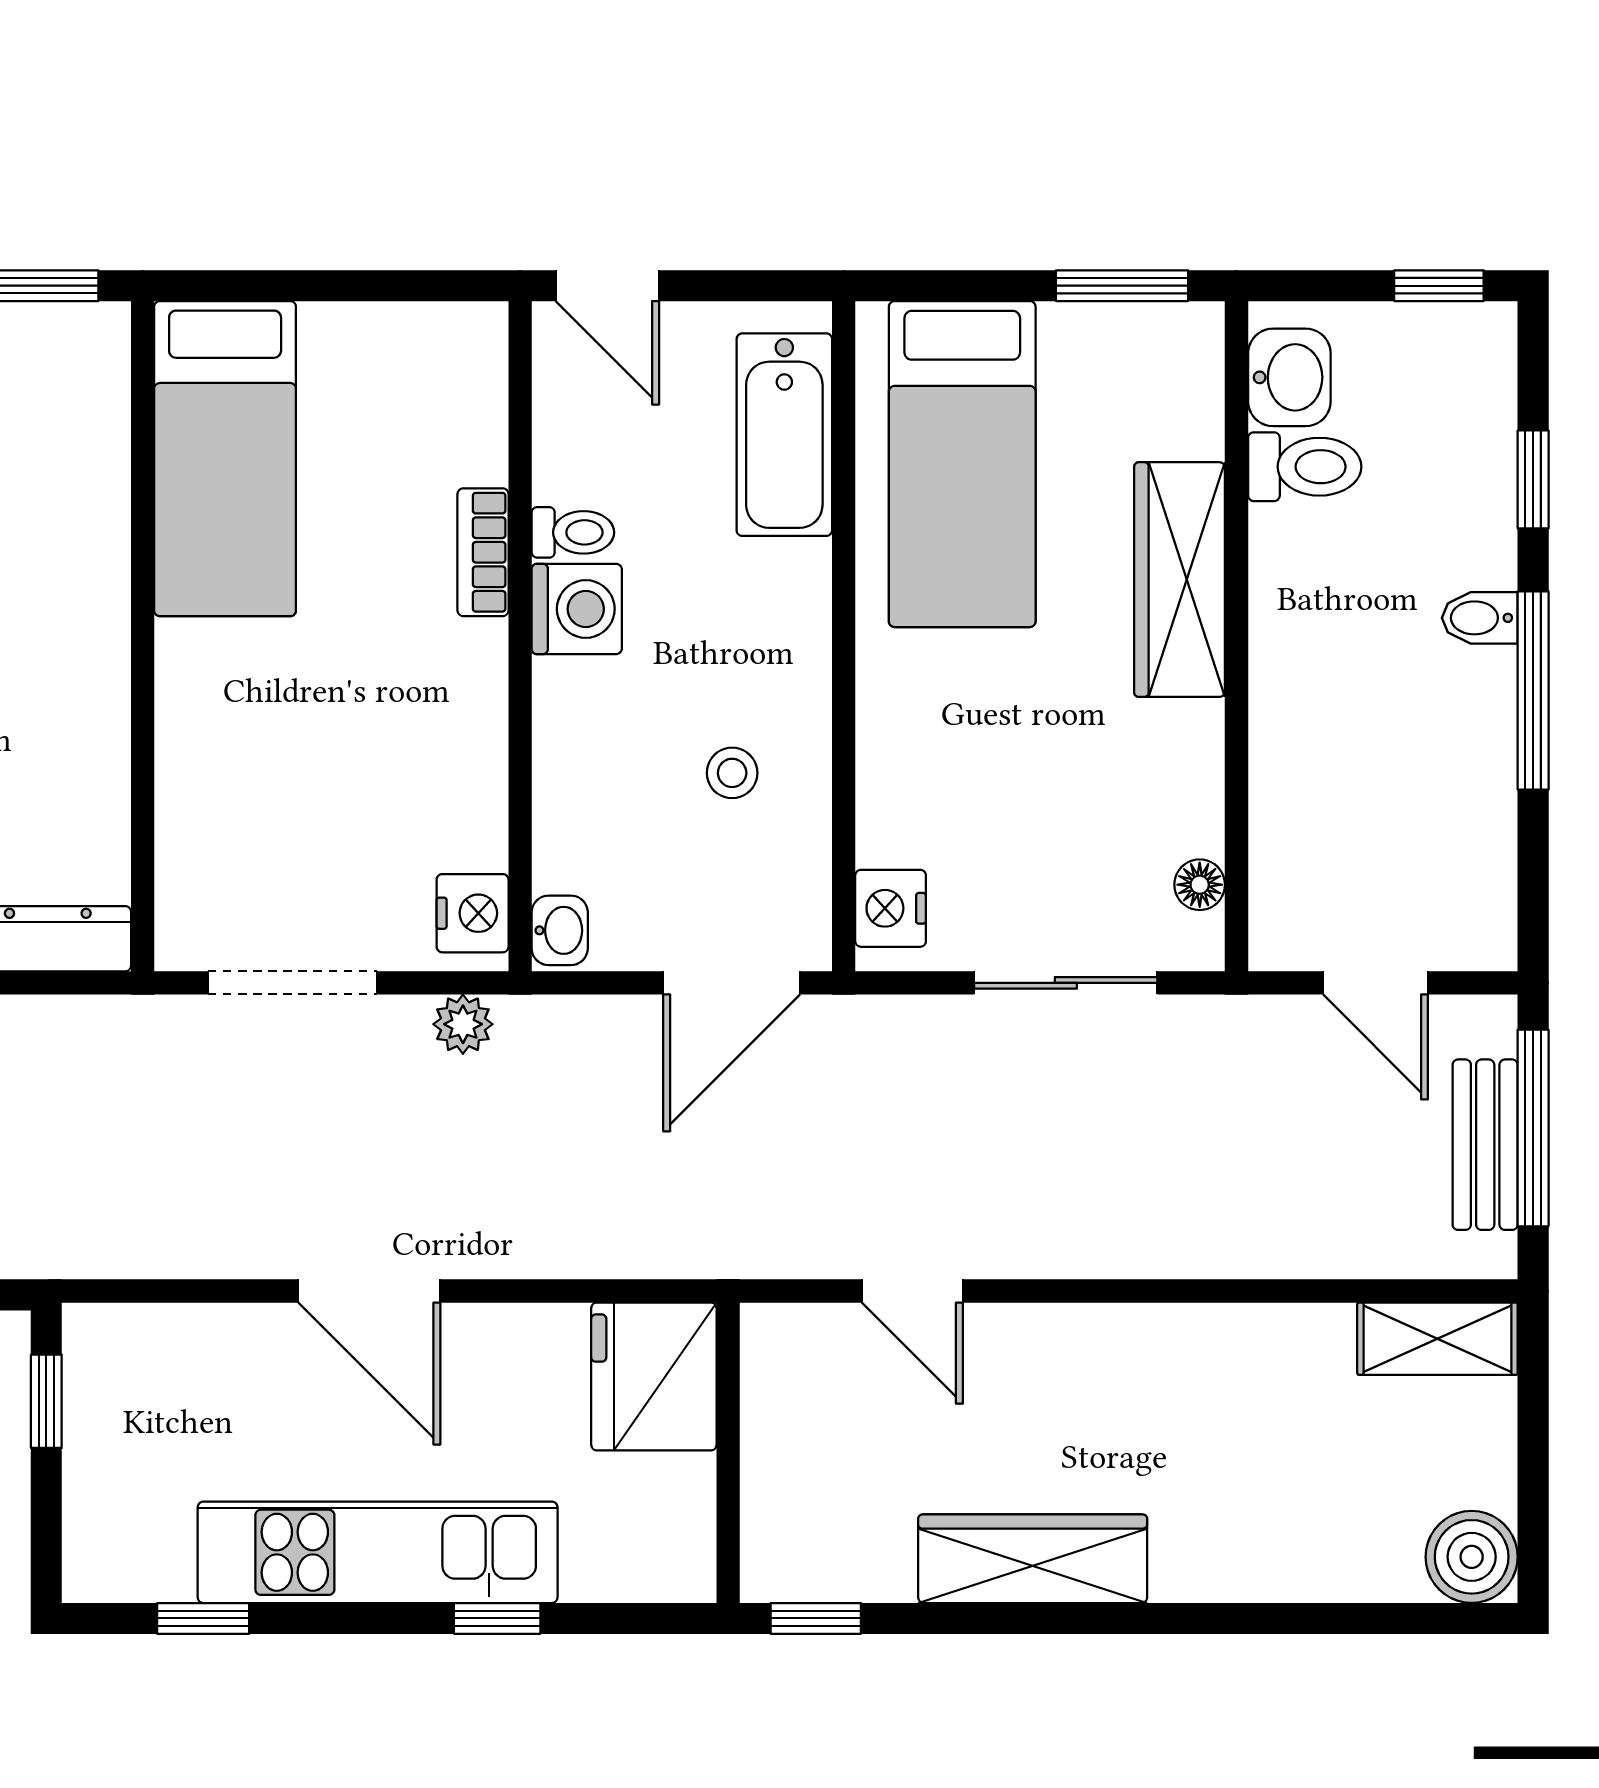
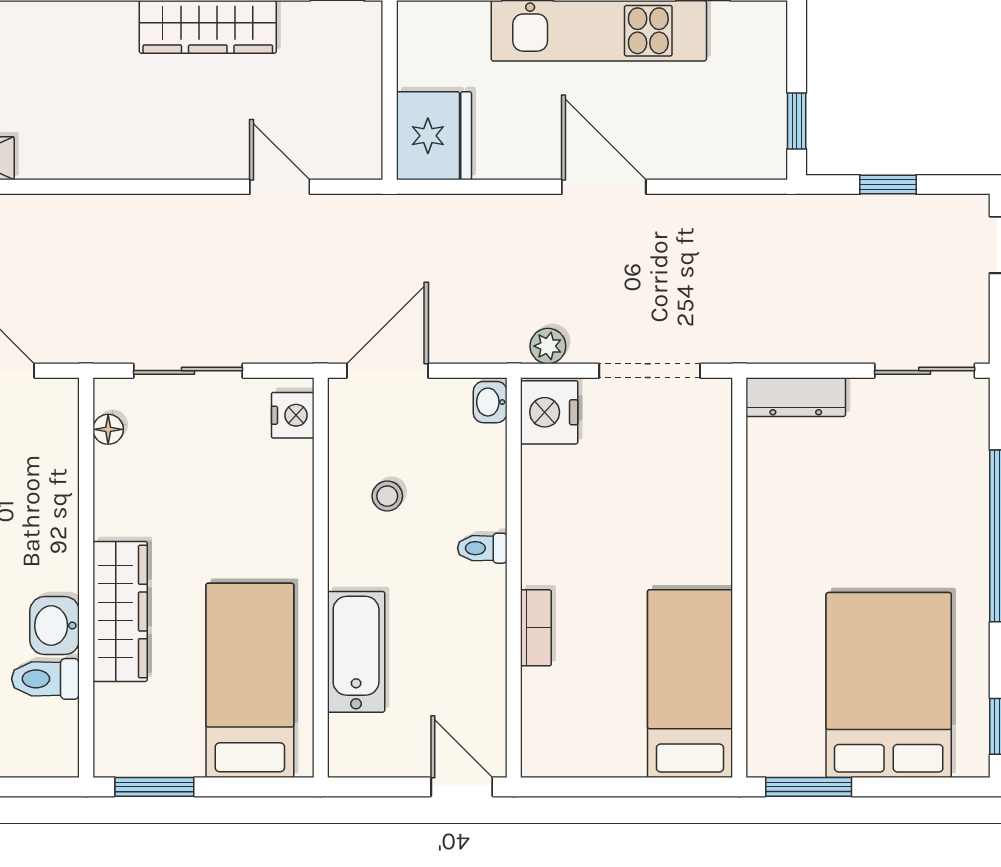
washbasin: (1289, 377) -> (55, 626), moved
bathtub: (784, 435) -> (356, 652), moved
toilet: (573, 532) -> (482, 548), moved
washing machine: (577, 609) -> (480, 594), removed
nightstand: (473, 913) -> (549, 412), width x1.36, depth x1.33

